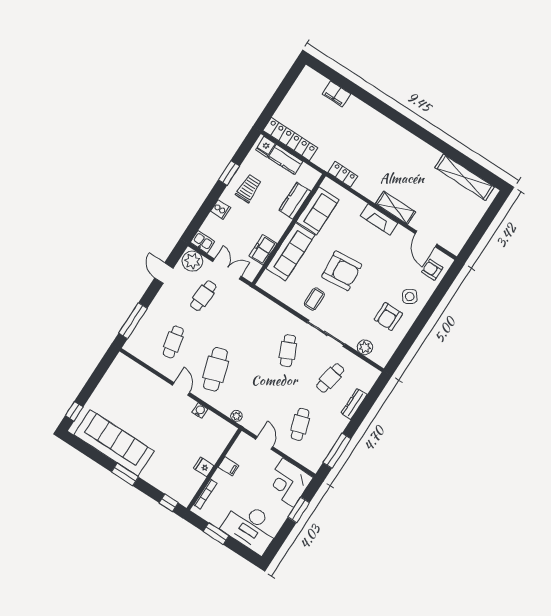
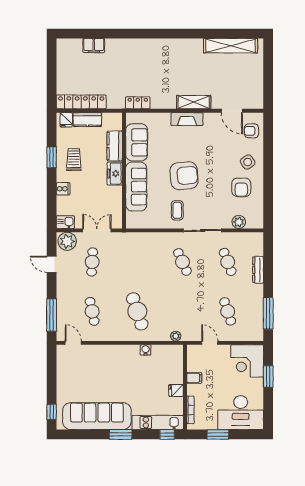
freezer: (263, 250) -> (115, 174), moved
cafe table: (330, 378) -> (228, 262), turned -30
door: (181, 389) -> (73, 343), moved
kitchen unit: (167, 486) -> (158, 422), added

